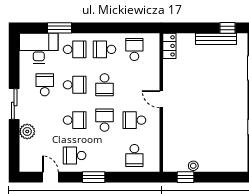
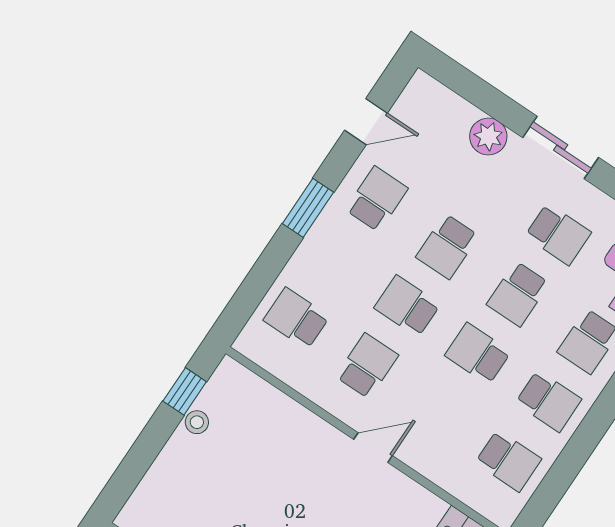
school desk: (105, 49) -> (548, 401), turned 90
school desk: (105, 120) -> (407, 306), turned 180

